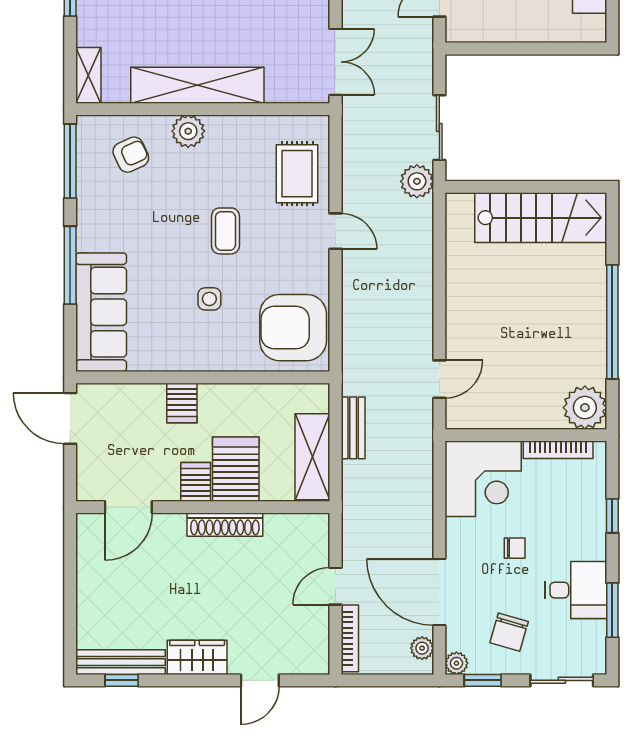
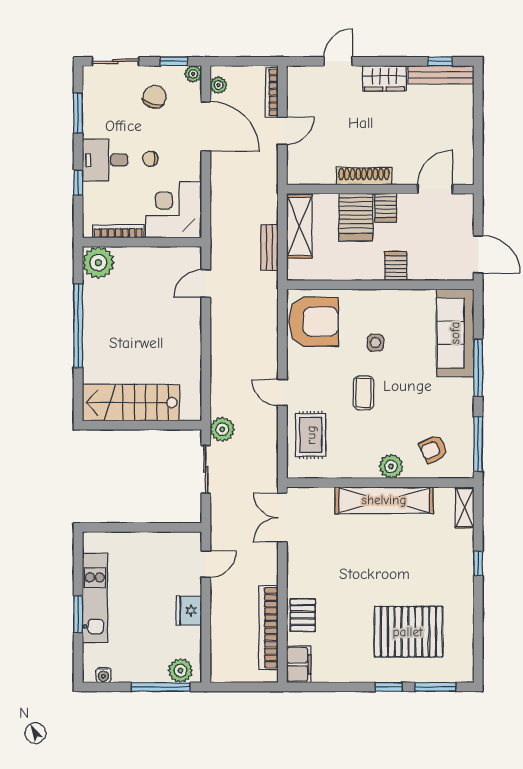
desk: (576, 590) -> (105, 160), moved

